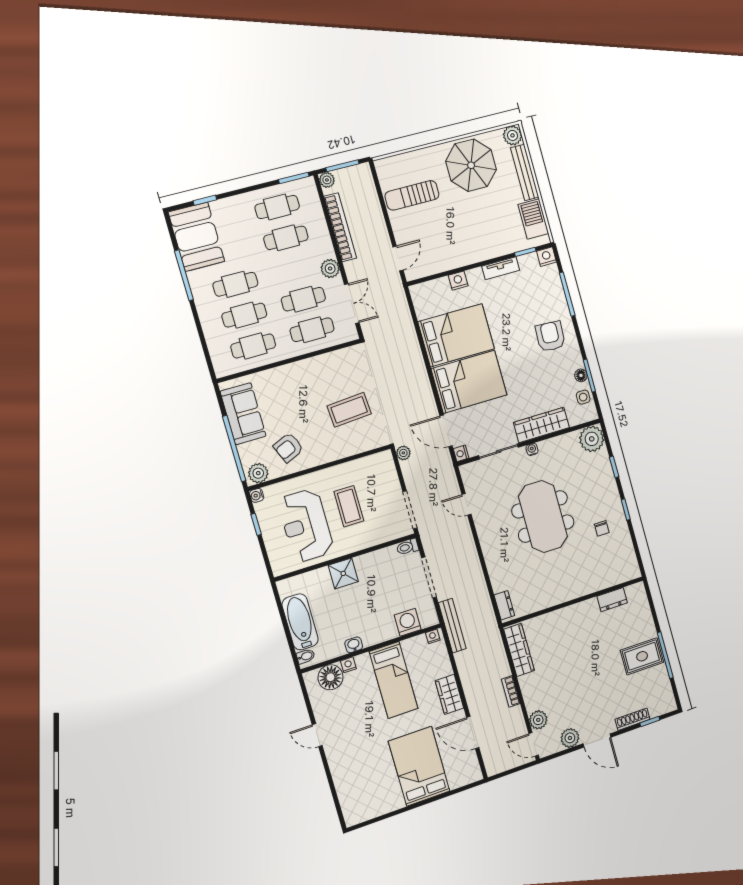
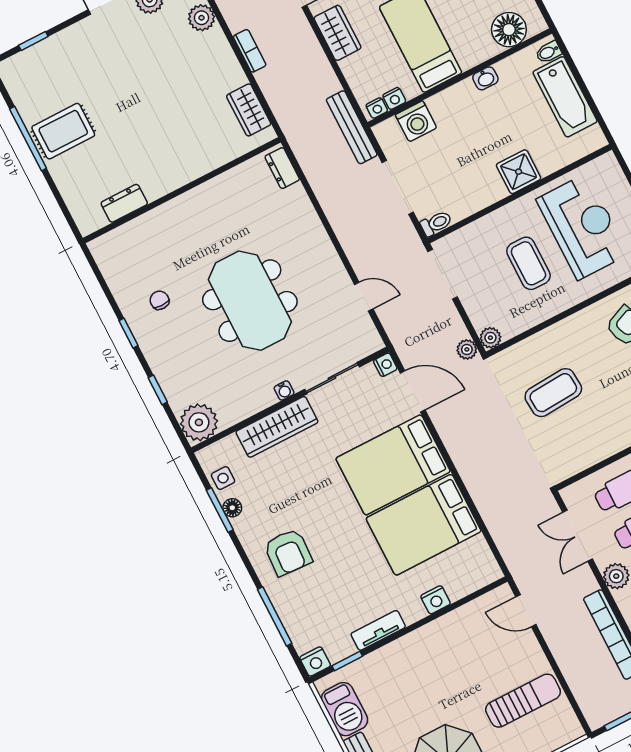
door: (398, 258) -> (526, 611), hinge flipped
plant: (386, 458) -> (490, 338), added
wardrobe: (519, 650) -> (249, 110), width x0.67
nightstand: (348, 665) -> (394, 98), moved
shoe rack: (633, 719) -> (60, 40), removed

